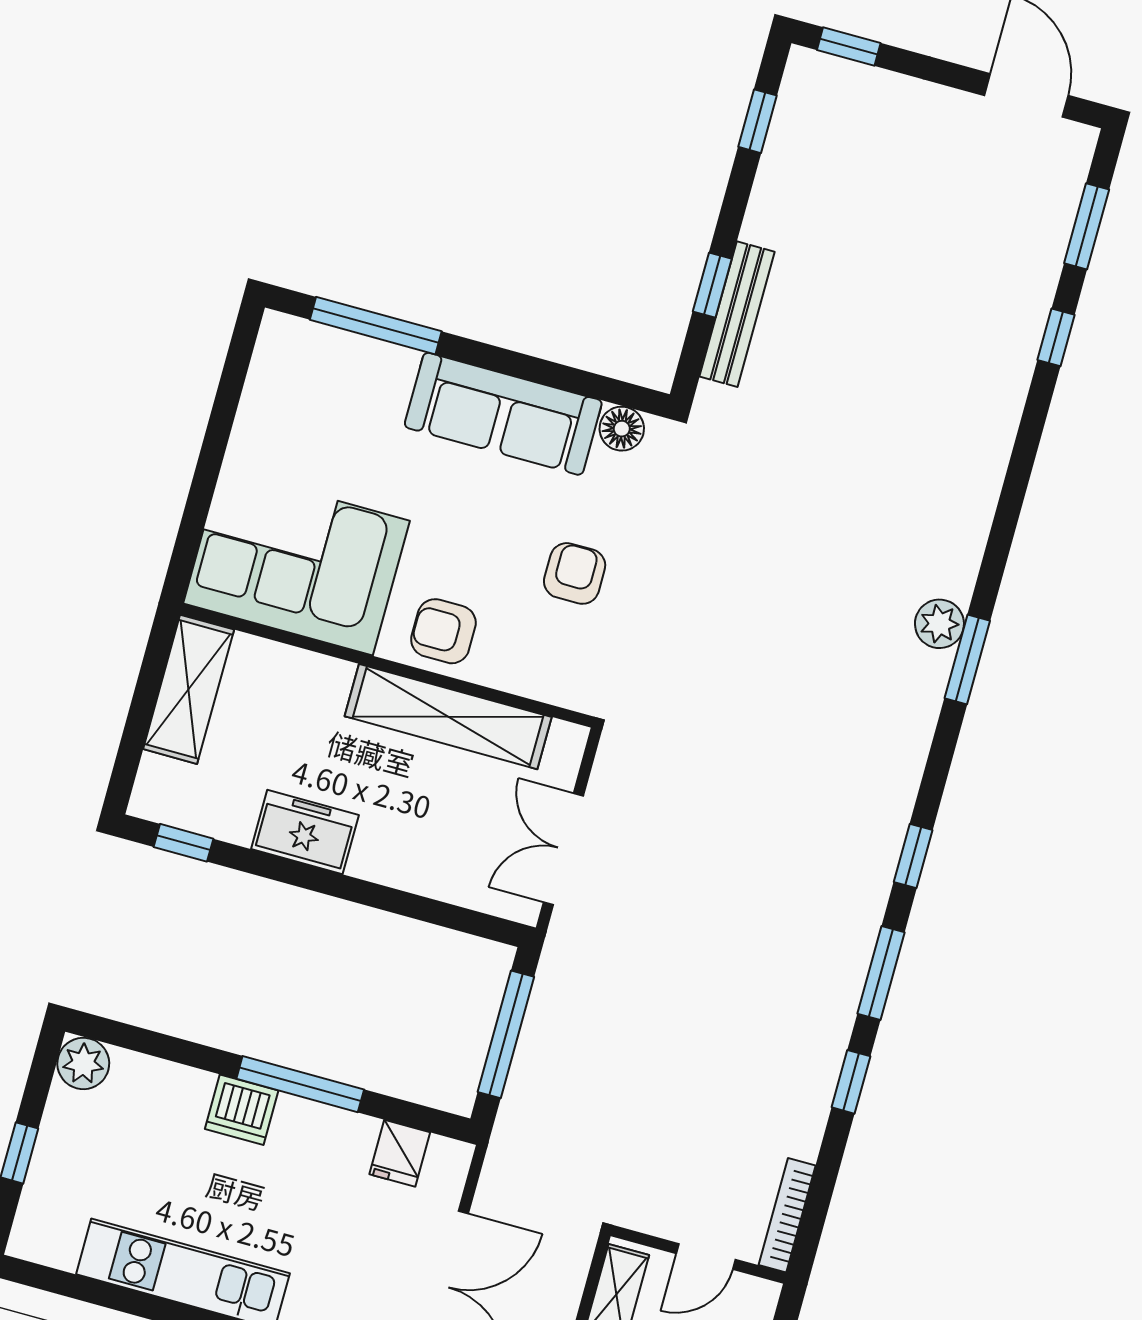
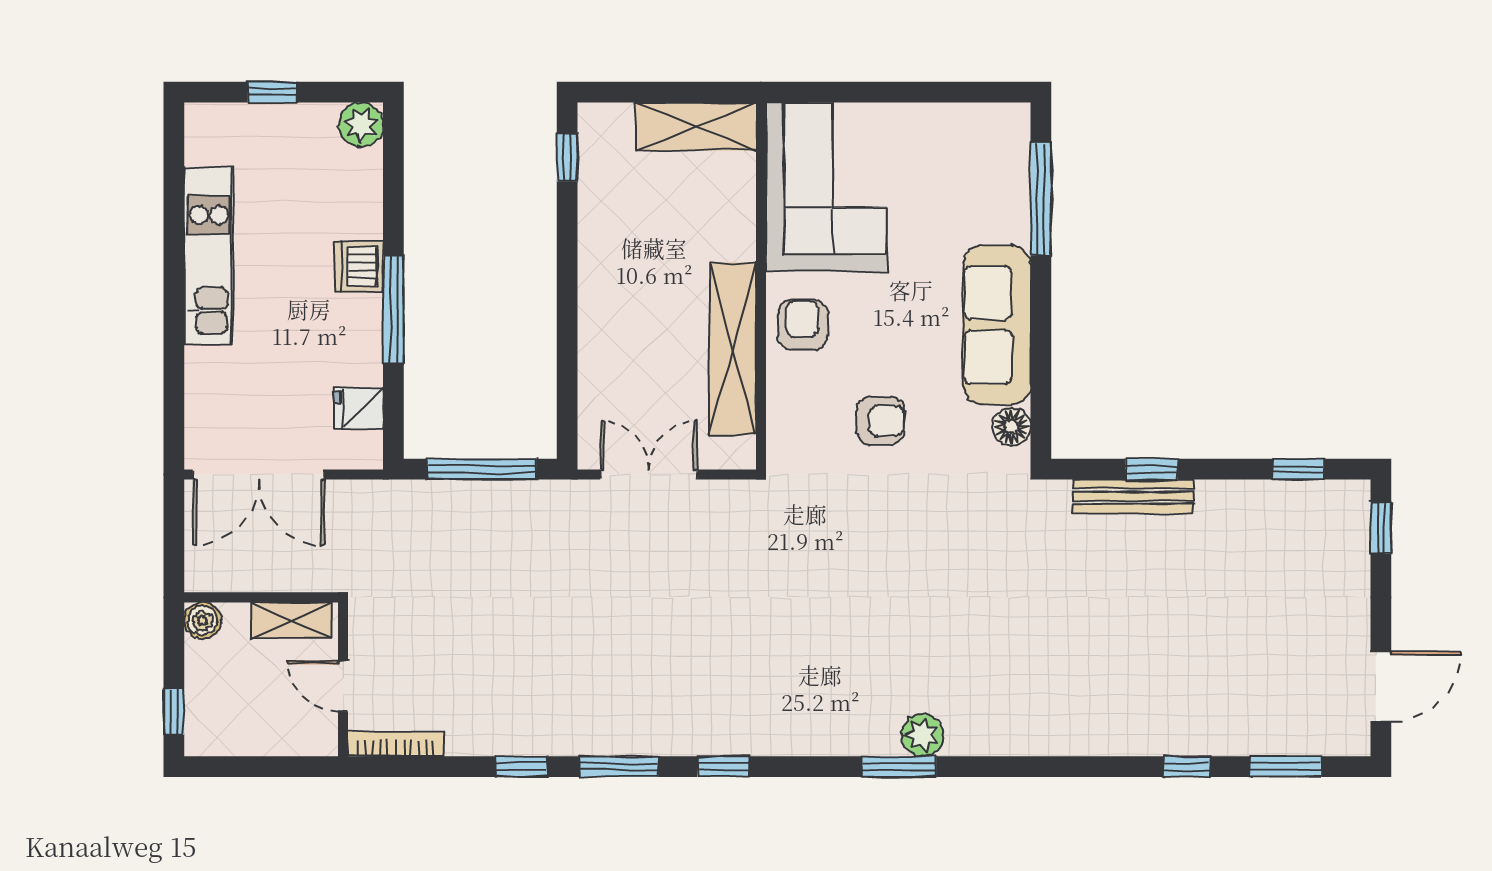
freezer: (305, 832) -> (604, 256), removed

